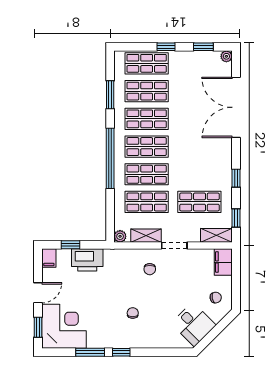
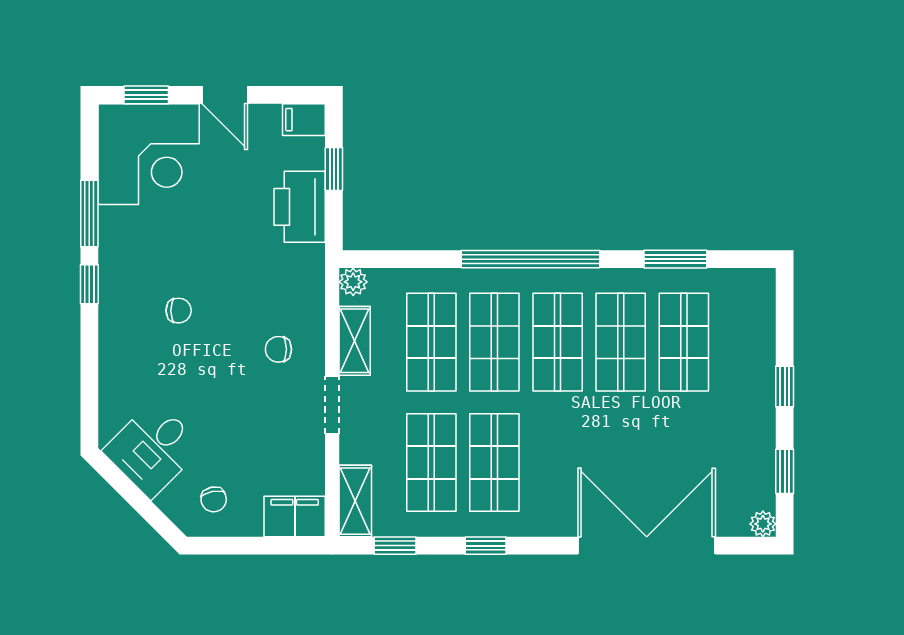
shop shelf: (147, 63) -> (494, 463), moved

